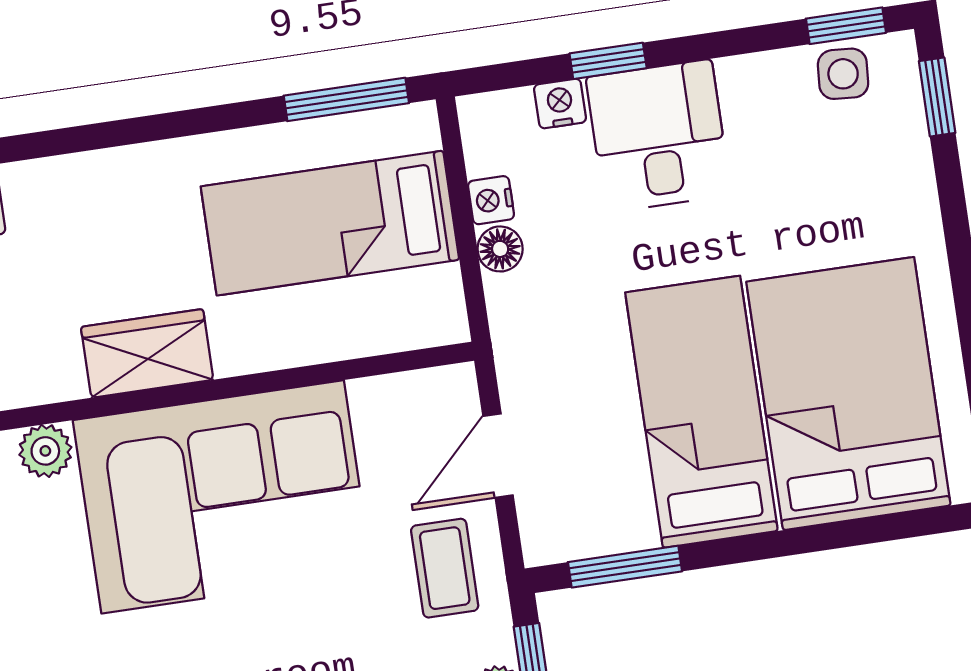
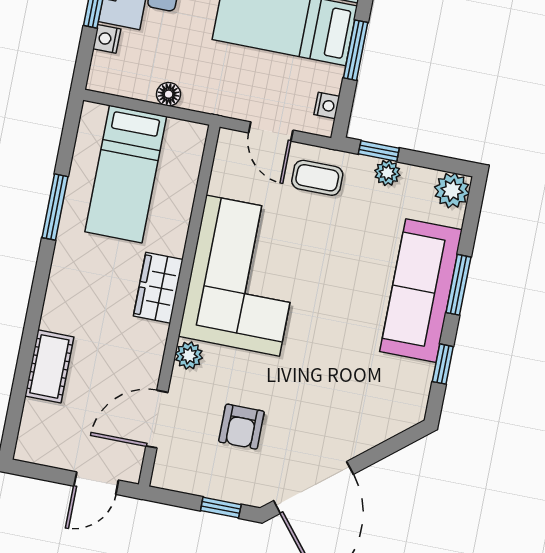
window: (346, 99) -> (55, 207), moved
nightstand: (491, 200) -> (327, 105), moved, turned -90
window: (625, 567) -> (356, 50), moved

